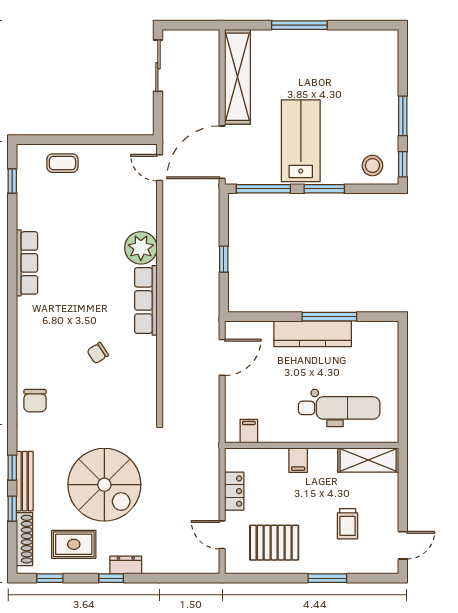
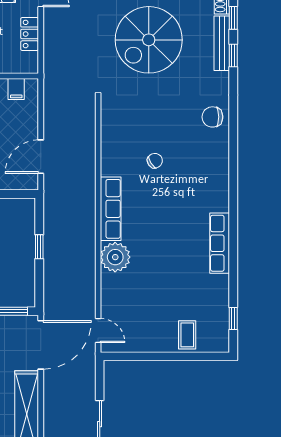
coffee table: (62, 163) -> (187, 335), turned 90
chair: (35, 401) -> (212, 117), turned -90
spiral stairs: (104, 485) -> (149, 40), turned -90

